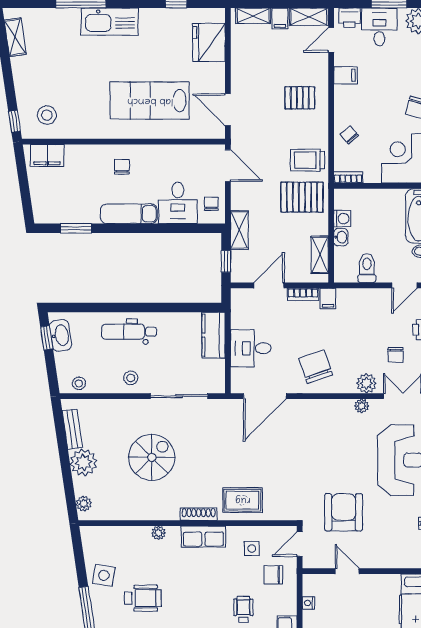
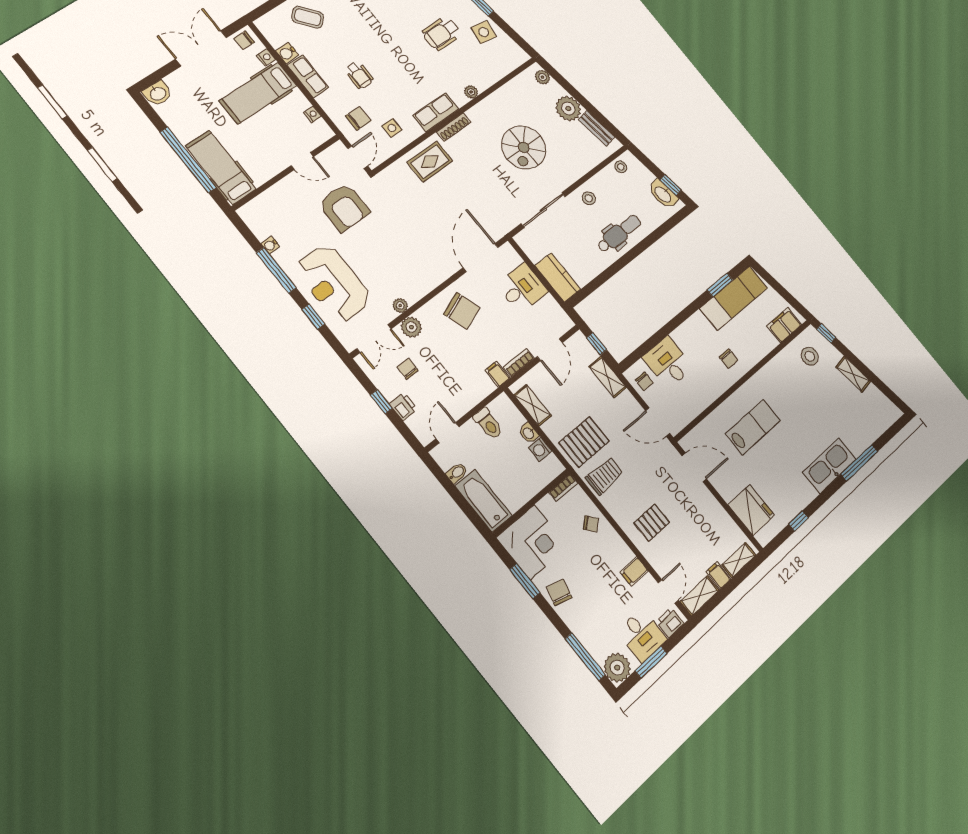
shelving: (15, 37) -> (853, 374), moved
lab bench: (150, 101) -> (753, 427), width x0.73, depth x0.72
exam couch: (129, 214) -> (734, 298), moved, width x1.36, depth x1.45

